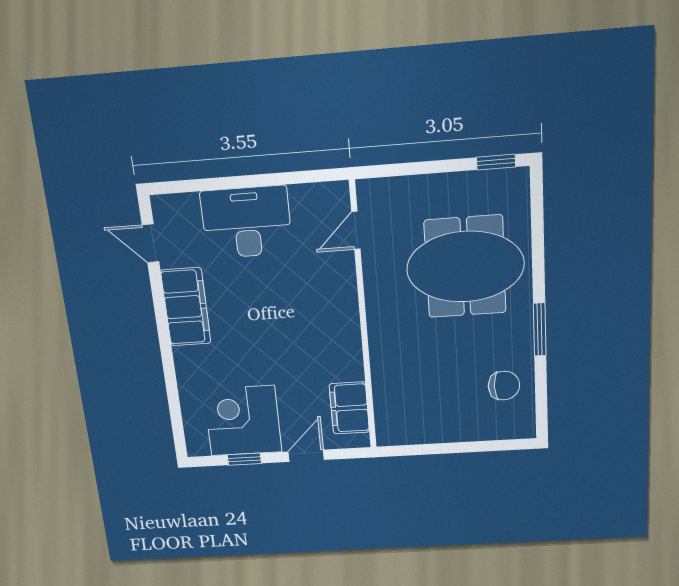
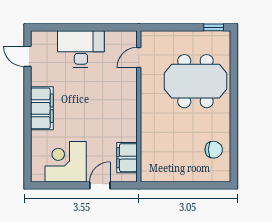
filing cabinet: (186, 307) -> (42, 108), moved
window: (540, 330) -> (234, 119), removed
window: (244, 459) -> (64, 185), removed

